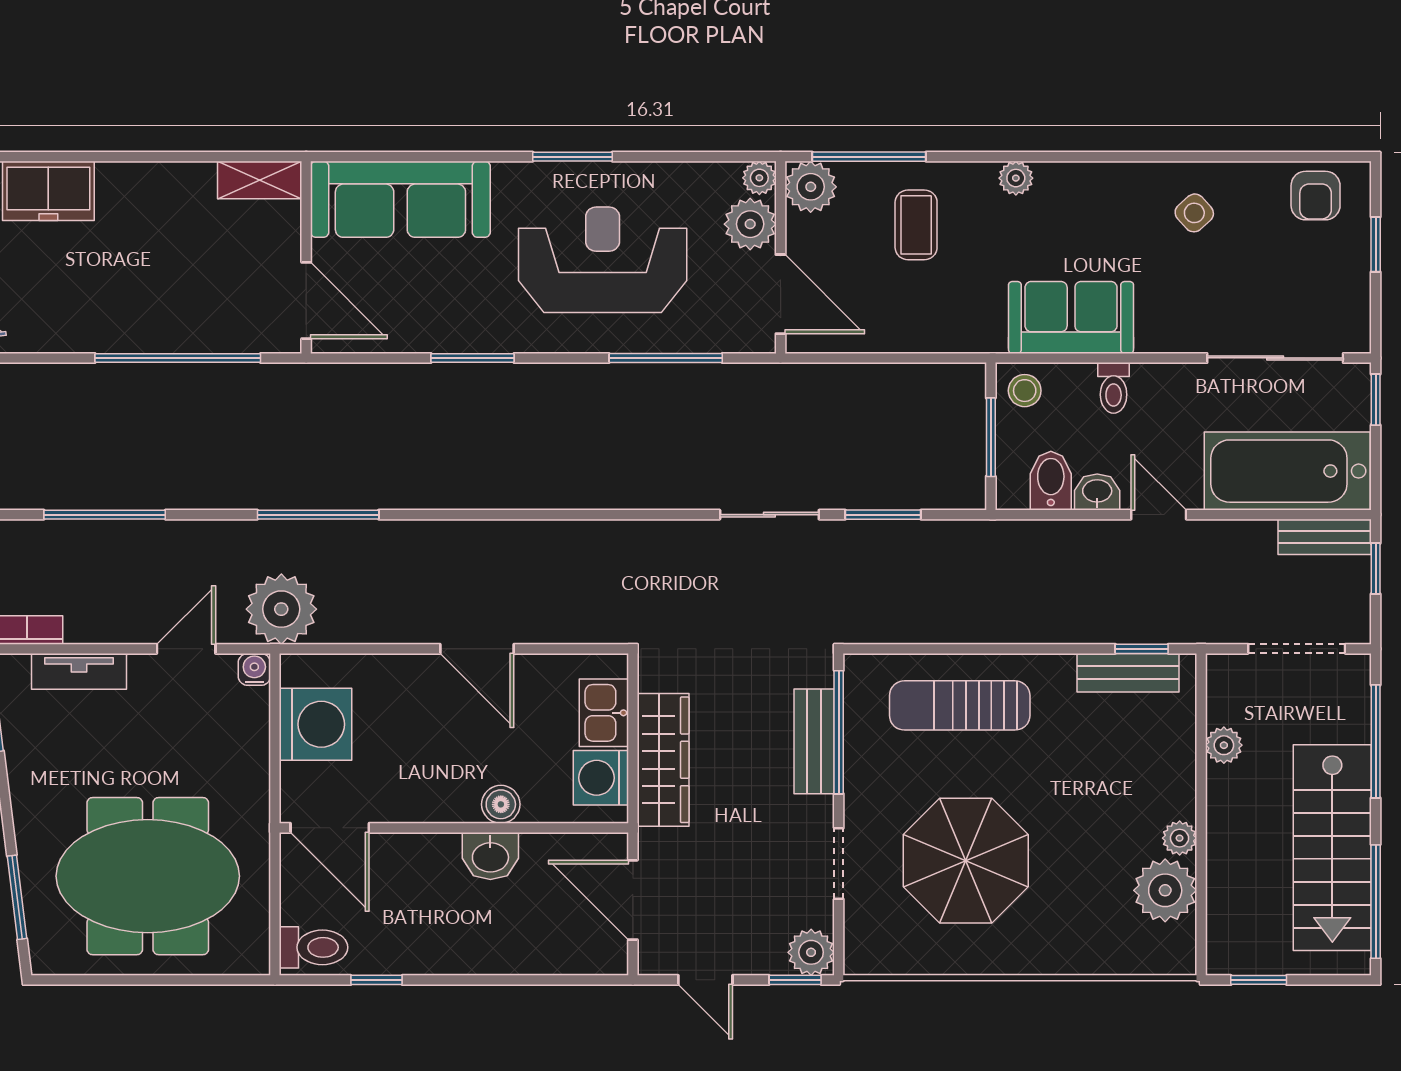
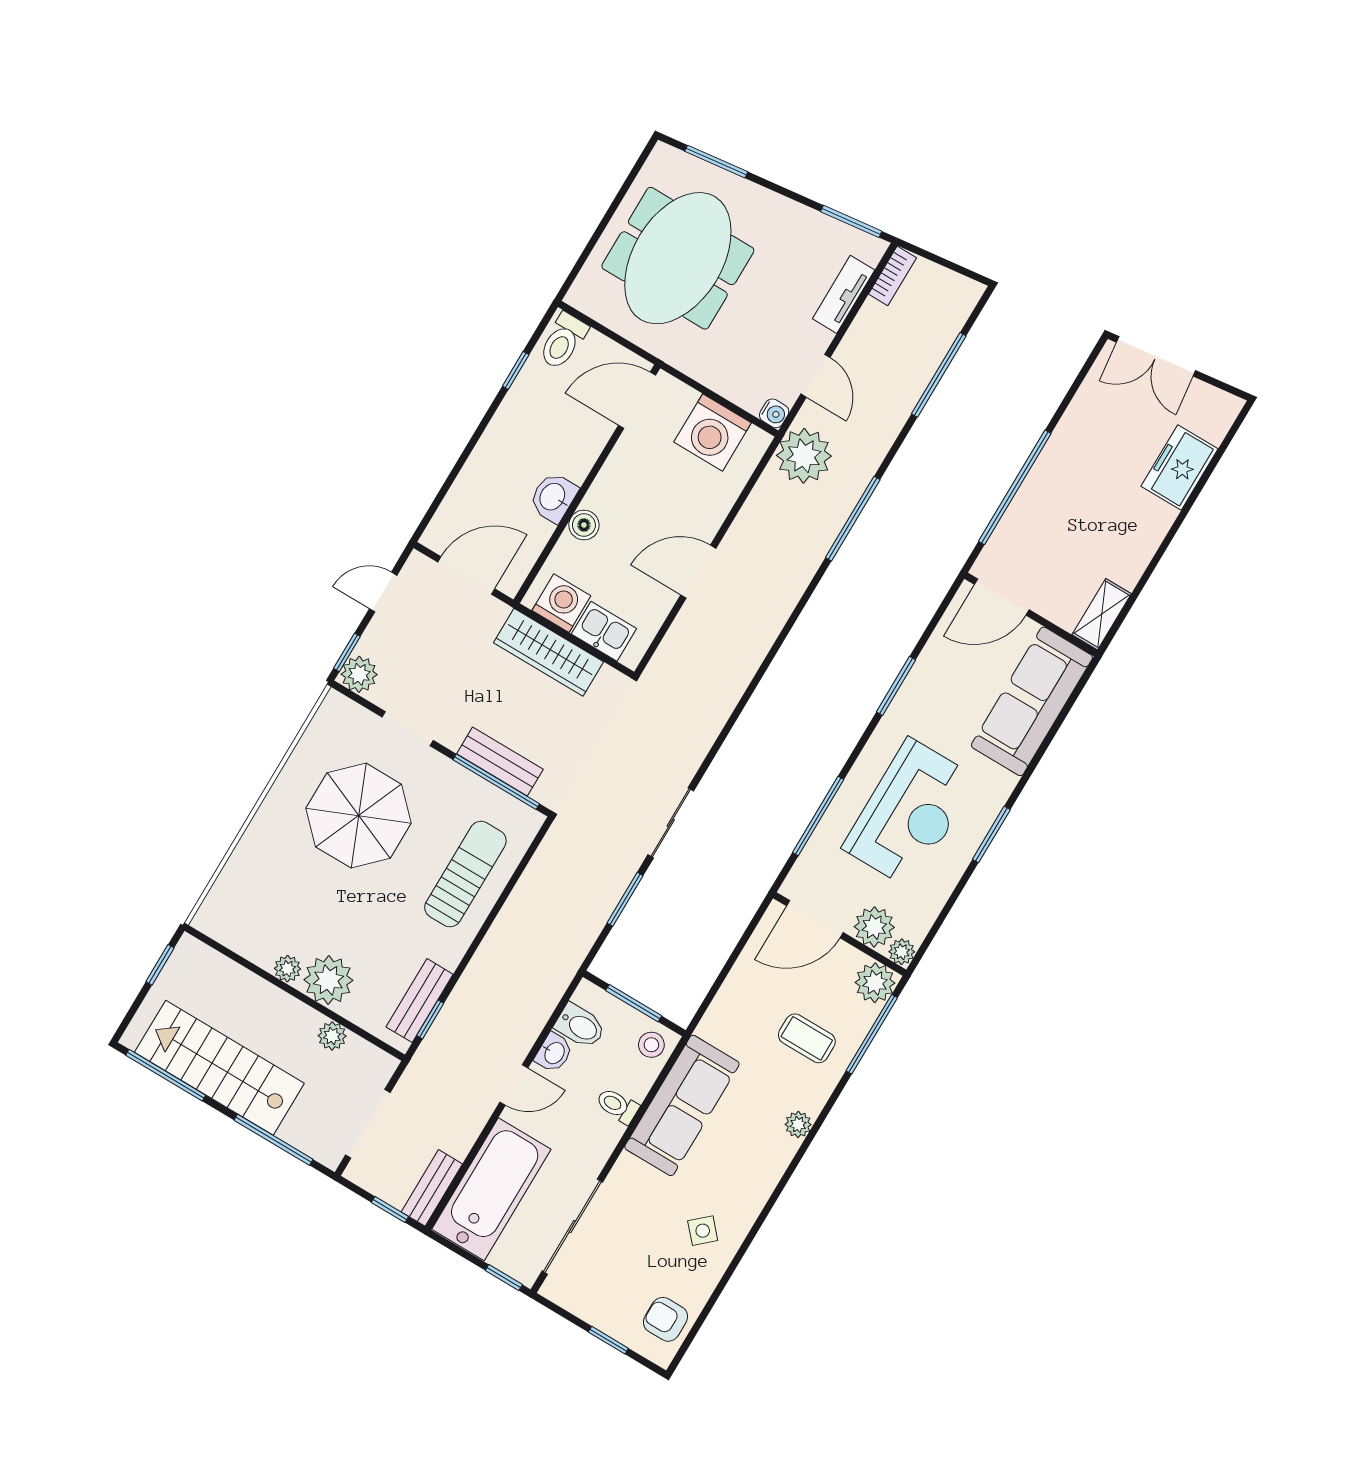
sofa: (1071, 317) -> (682, 1105), width x1.36
plant: (1165, 890) -> (328, 980), moved

